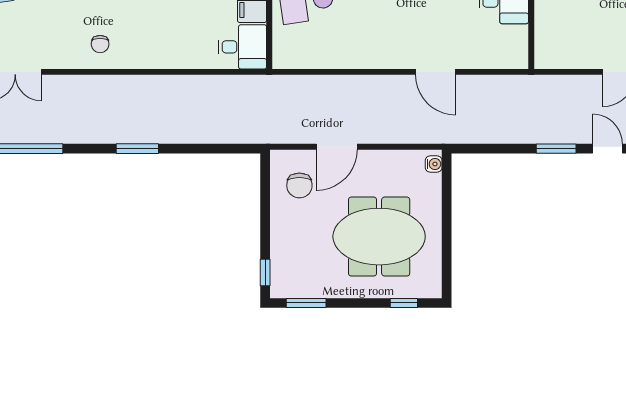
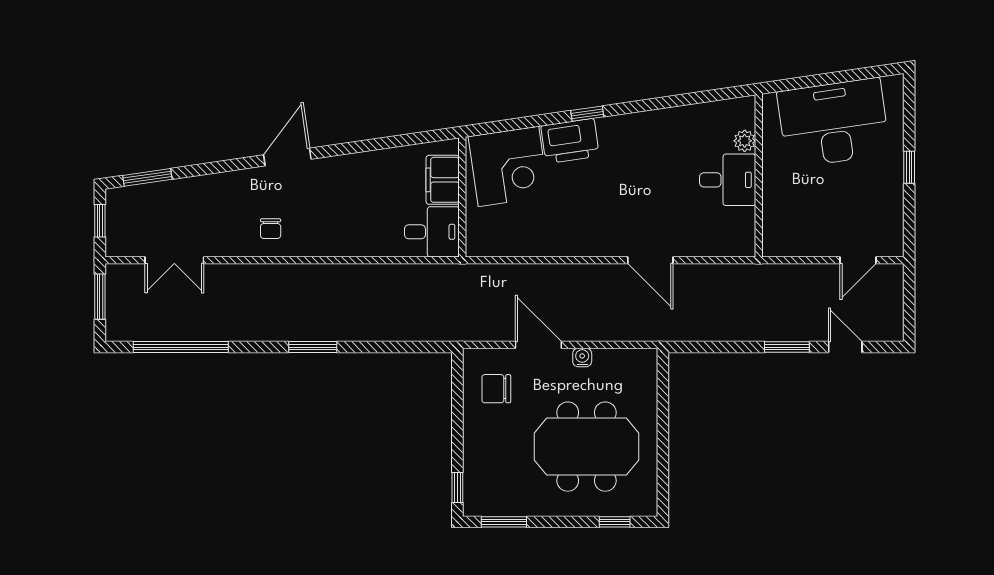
door: (337, 147) -> (538, 345), swing flipped
water cooler: (434, 164) -> (582, 357), moved, turned -90
chair: (299, 185) -> (496, 389), turned 90

